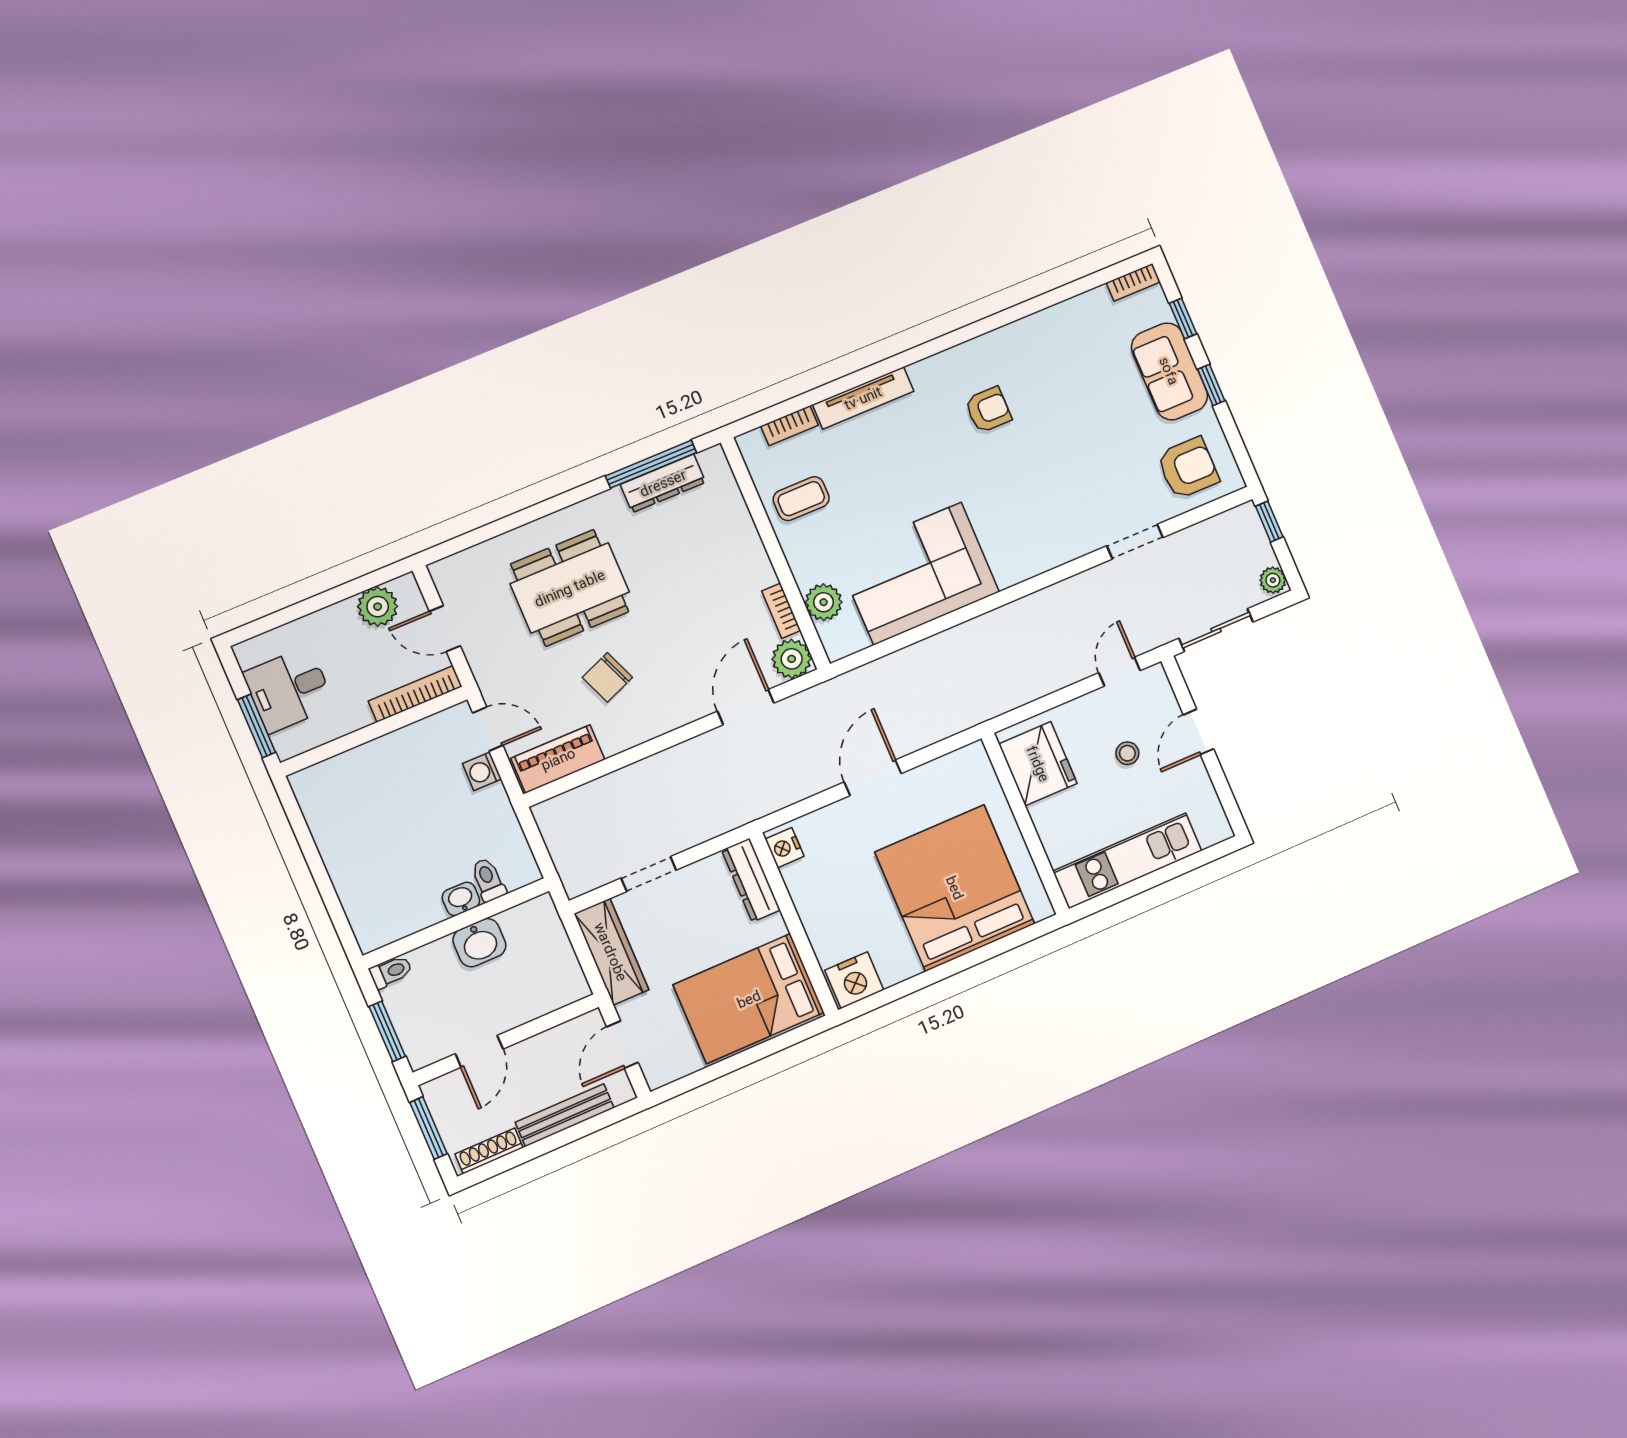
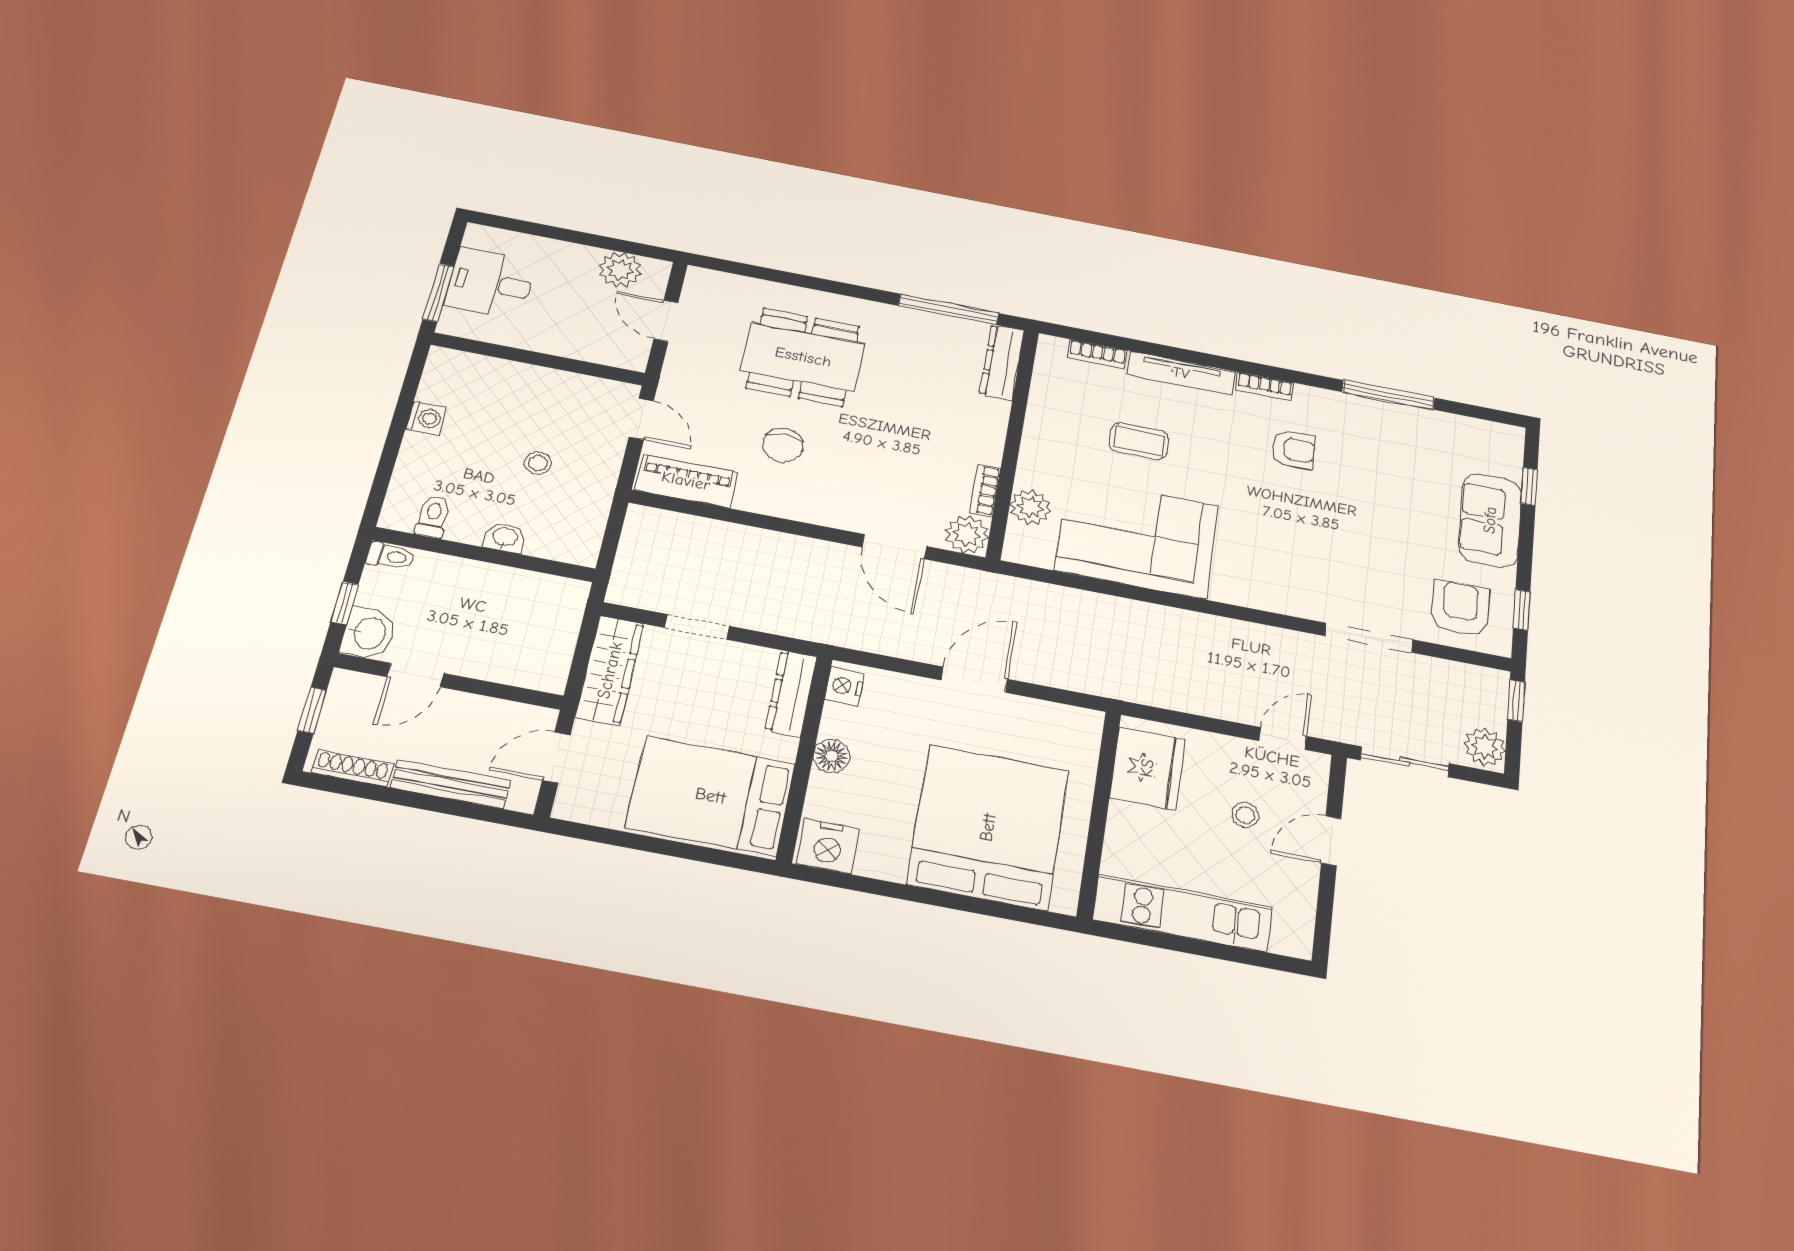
bookcase: (1133, 282) -> (1264, 386), moved
window: (1032, 306) -> (1388, 395), added
window: (1211, 385) -> (1522, 610), moved
armchair: (1188, 468) -> (1460, 608), turned -90
dresser: (663, 483) -> (1002, 362), moved, turned 90
coffee table: (801, 499) -> (1139, 441), moved
doorway: (1135, 542) -> (1369, 638), width x1.38
plant: (1273, 580) -> (1485, 747), width x1.38, depth x1.38
chair: (607, 677) -> (783, 445), turned -68
bookcase: (415, 694) -> (599, 353), removed
door: (746, 707) -> (894, 547), swing flipped
washing machine: (482, 771) -> (426, 418), moved, turned 180
stool: (439, 821) -> (538, 463), added
toilet: (488, 880) -> (433, 517), moved
floor lamp: (812, 909) -> (832, 756), added
washbasin: (479, 943) -> (368, 633), moved, turned -90
window: (387, 1031) -> (345, 603), width x0.67
window: (428, 1128) -> (312, 710), width x0.67

